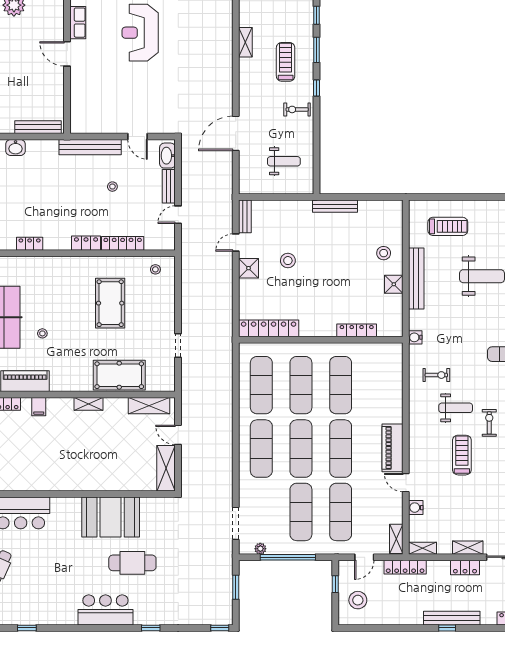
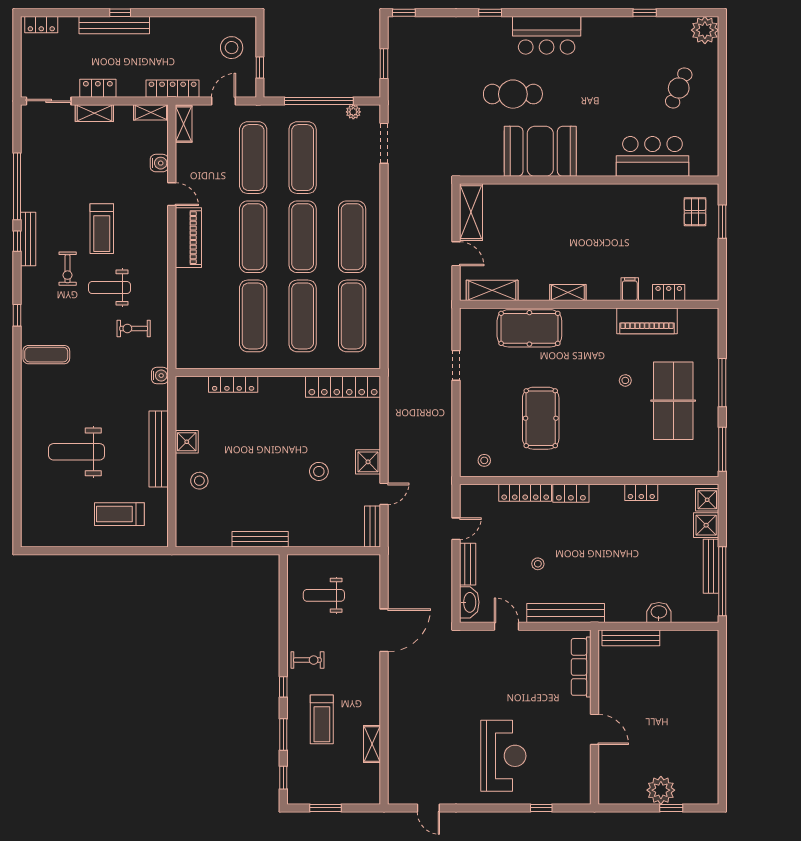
row of seats: (78, 23) -> (581, 667), moved, width x1.48

